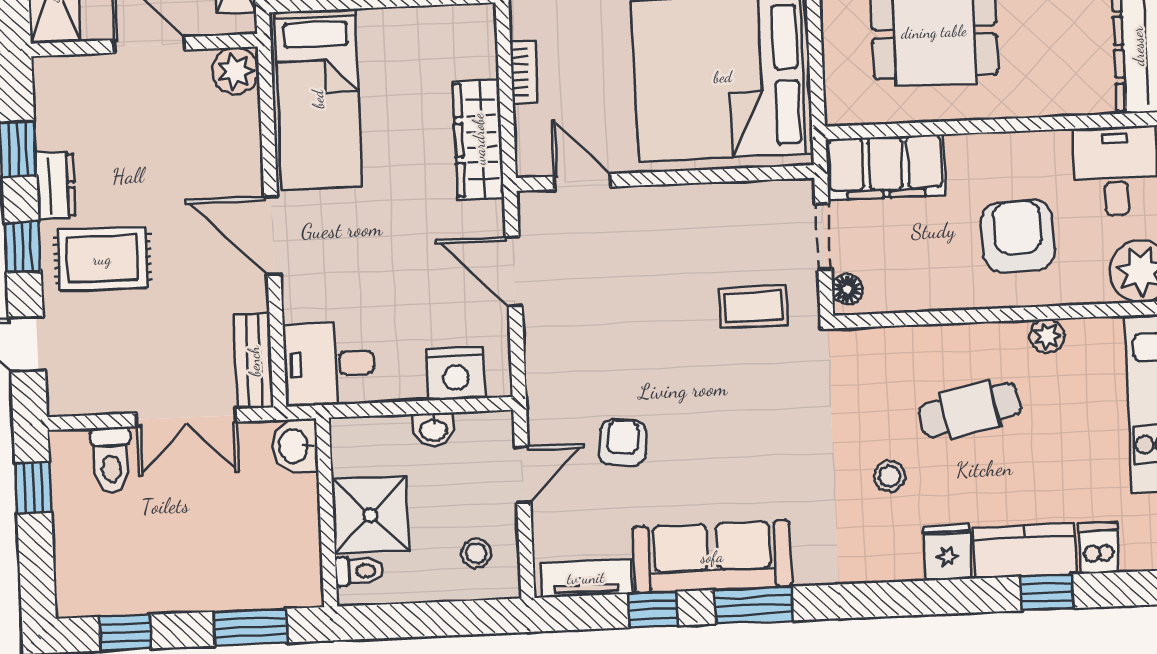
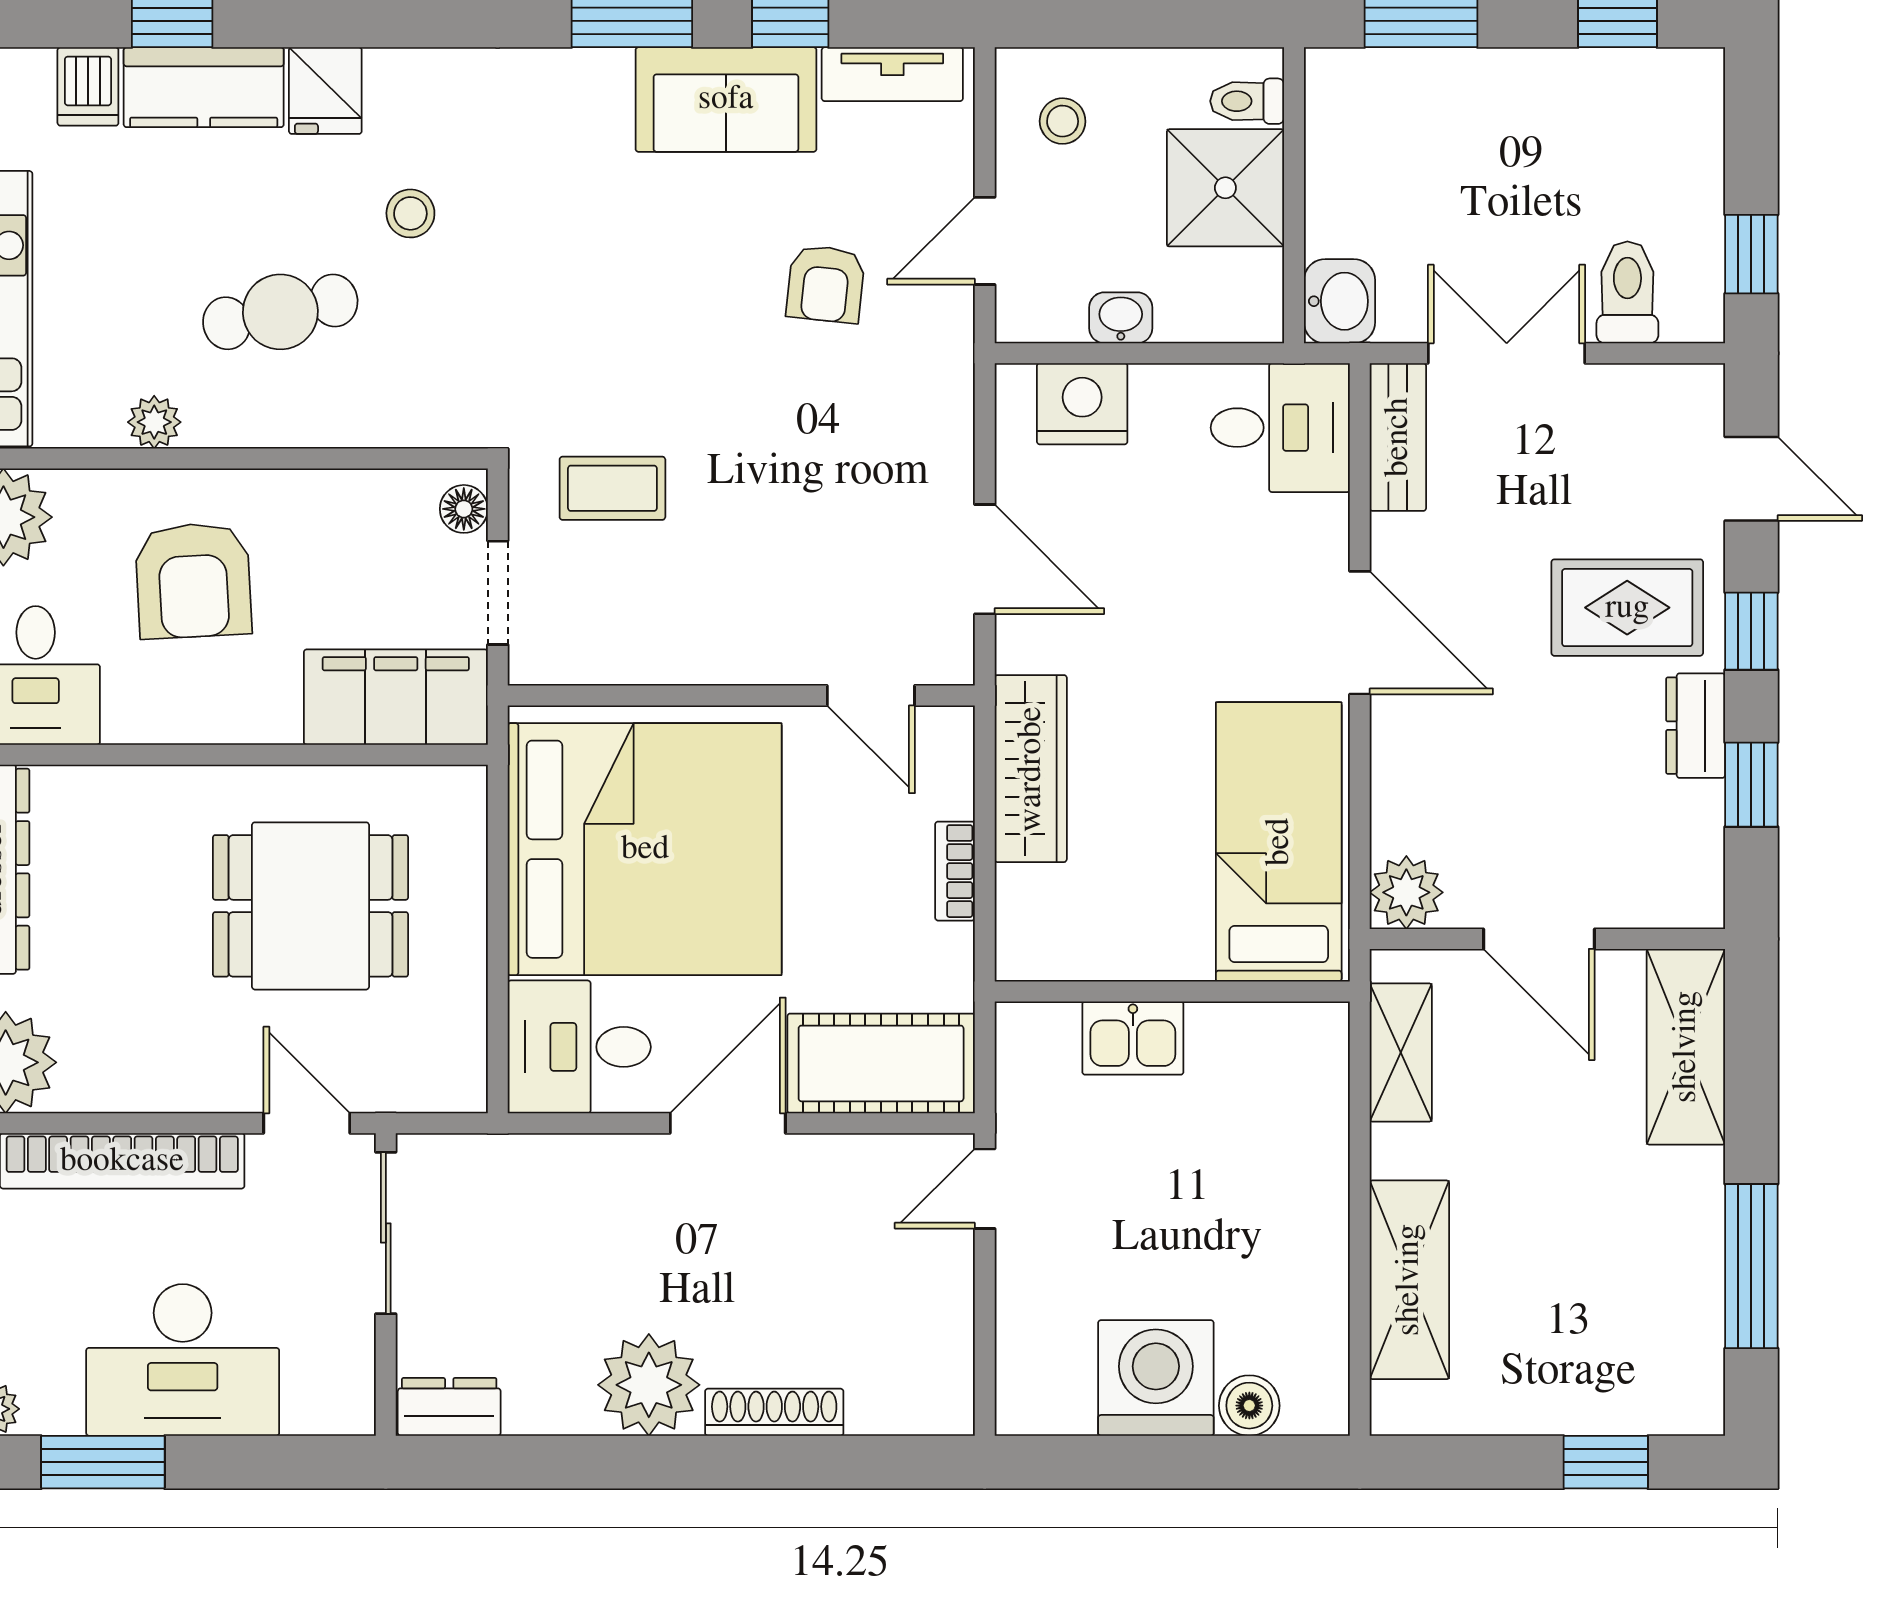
sofa: (712, 557) -> (726, 99), width x0.73

